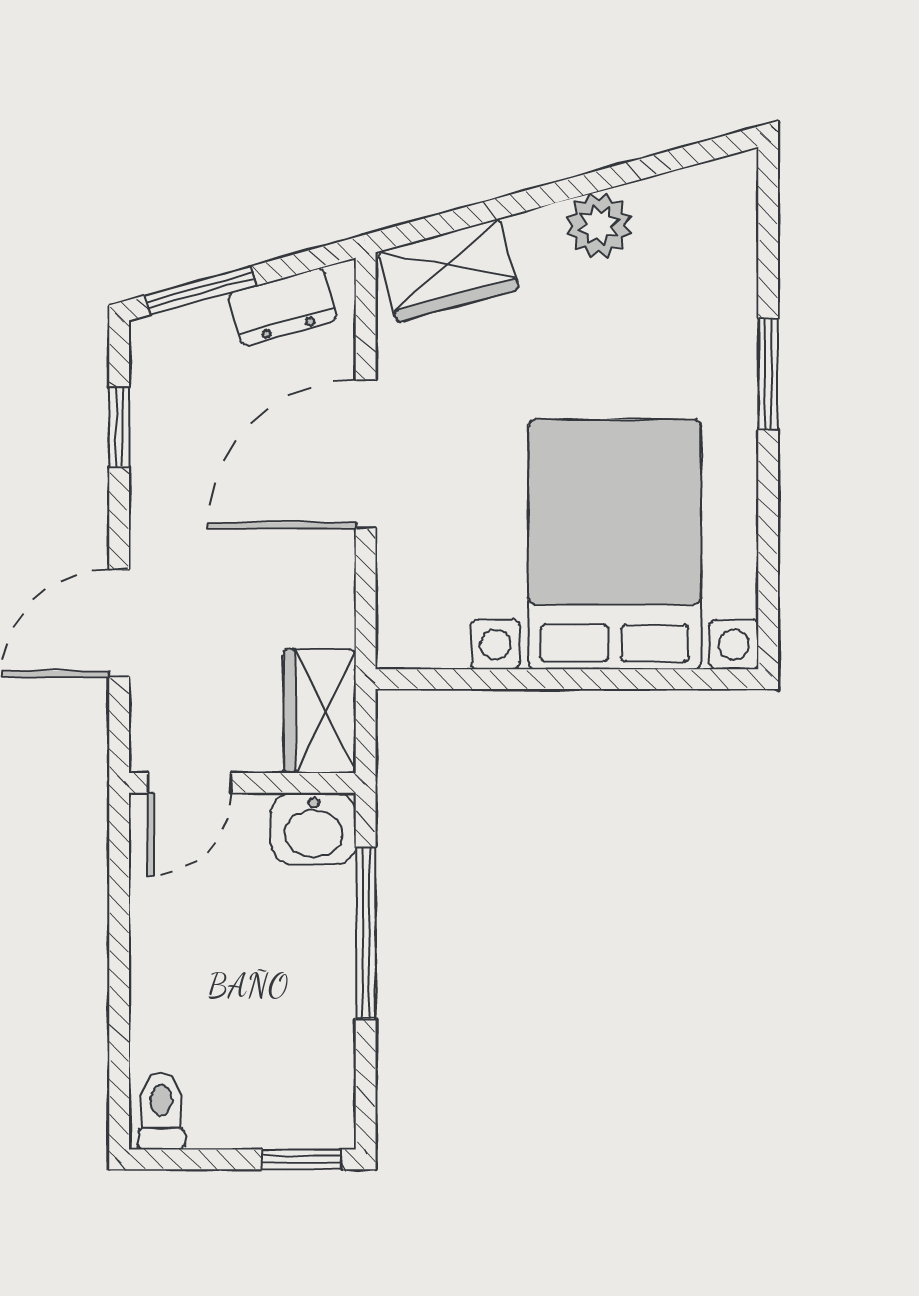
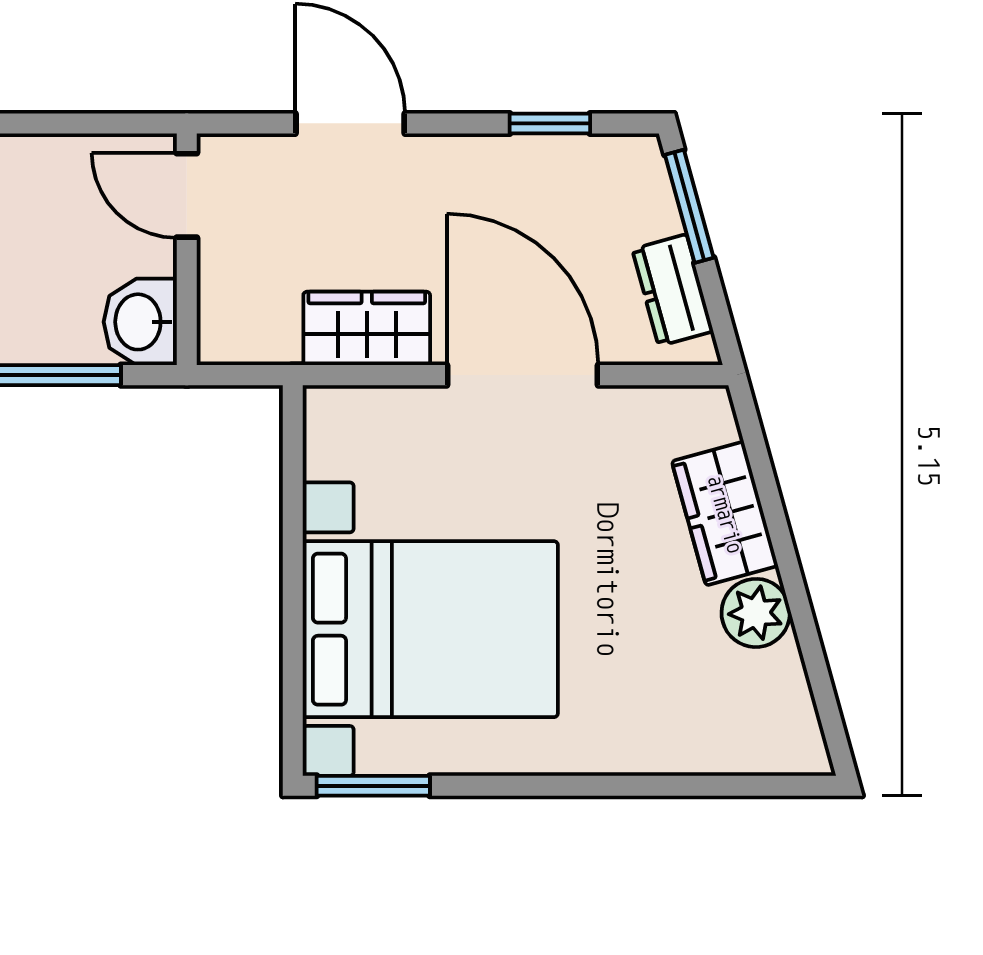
wardrobe: (448, 270) -> (725, 514), moved
window: (768, 374) -> (373, 786), moved
wardrobe: (320, 711) -> (367, 328), moved

